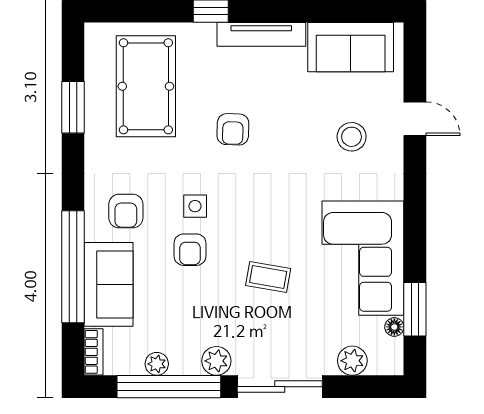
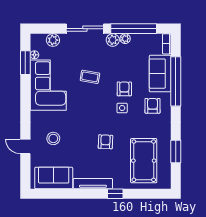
plant: (157, 364) -> (125, 39), moved

